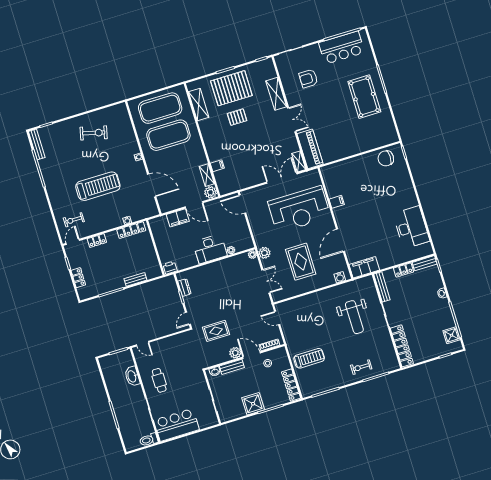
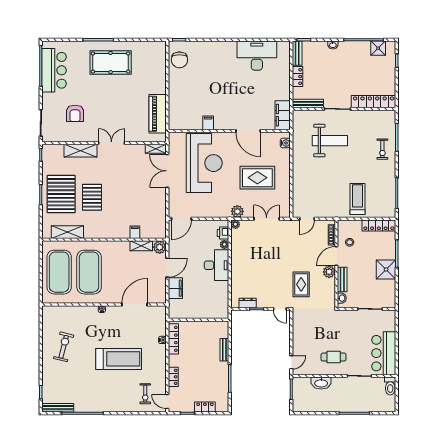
pallet: (237, 117) -> (92, 197), width x1.50, depth x1.42
piano: (310, 149) -> (158, 114), moved, turned -90
treadmill: (98, 186) -> (119, 359), turned 90
printer: (170, 268) -> (223, 233), moved

